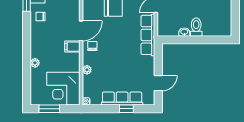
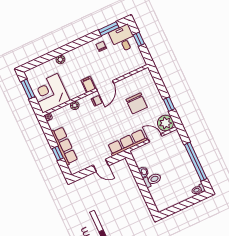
door: (81, 31) -> (105, 86), hinge flipped
door: (158, 83) -> (101, 165), moved

